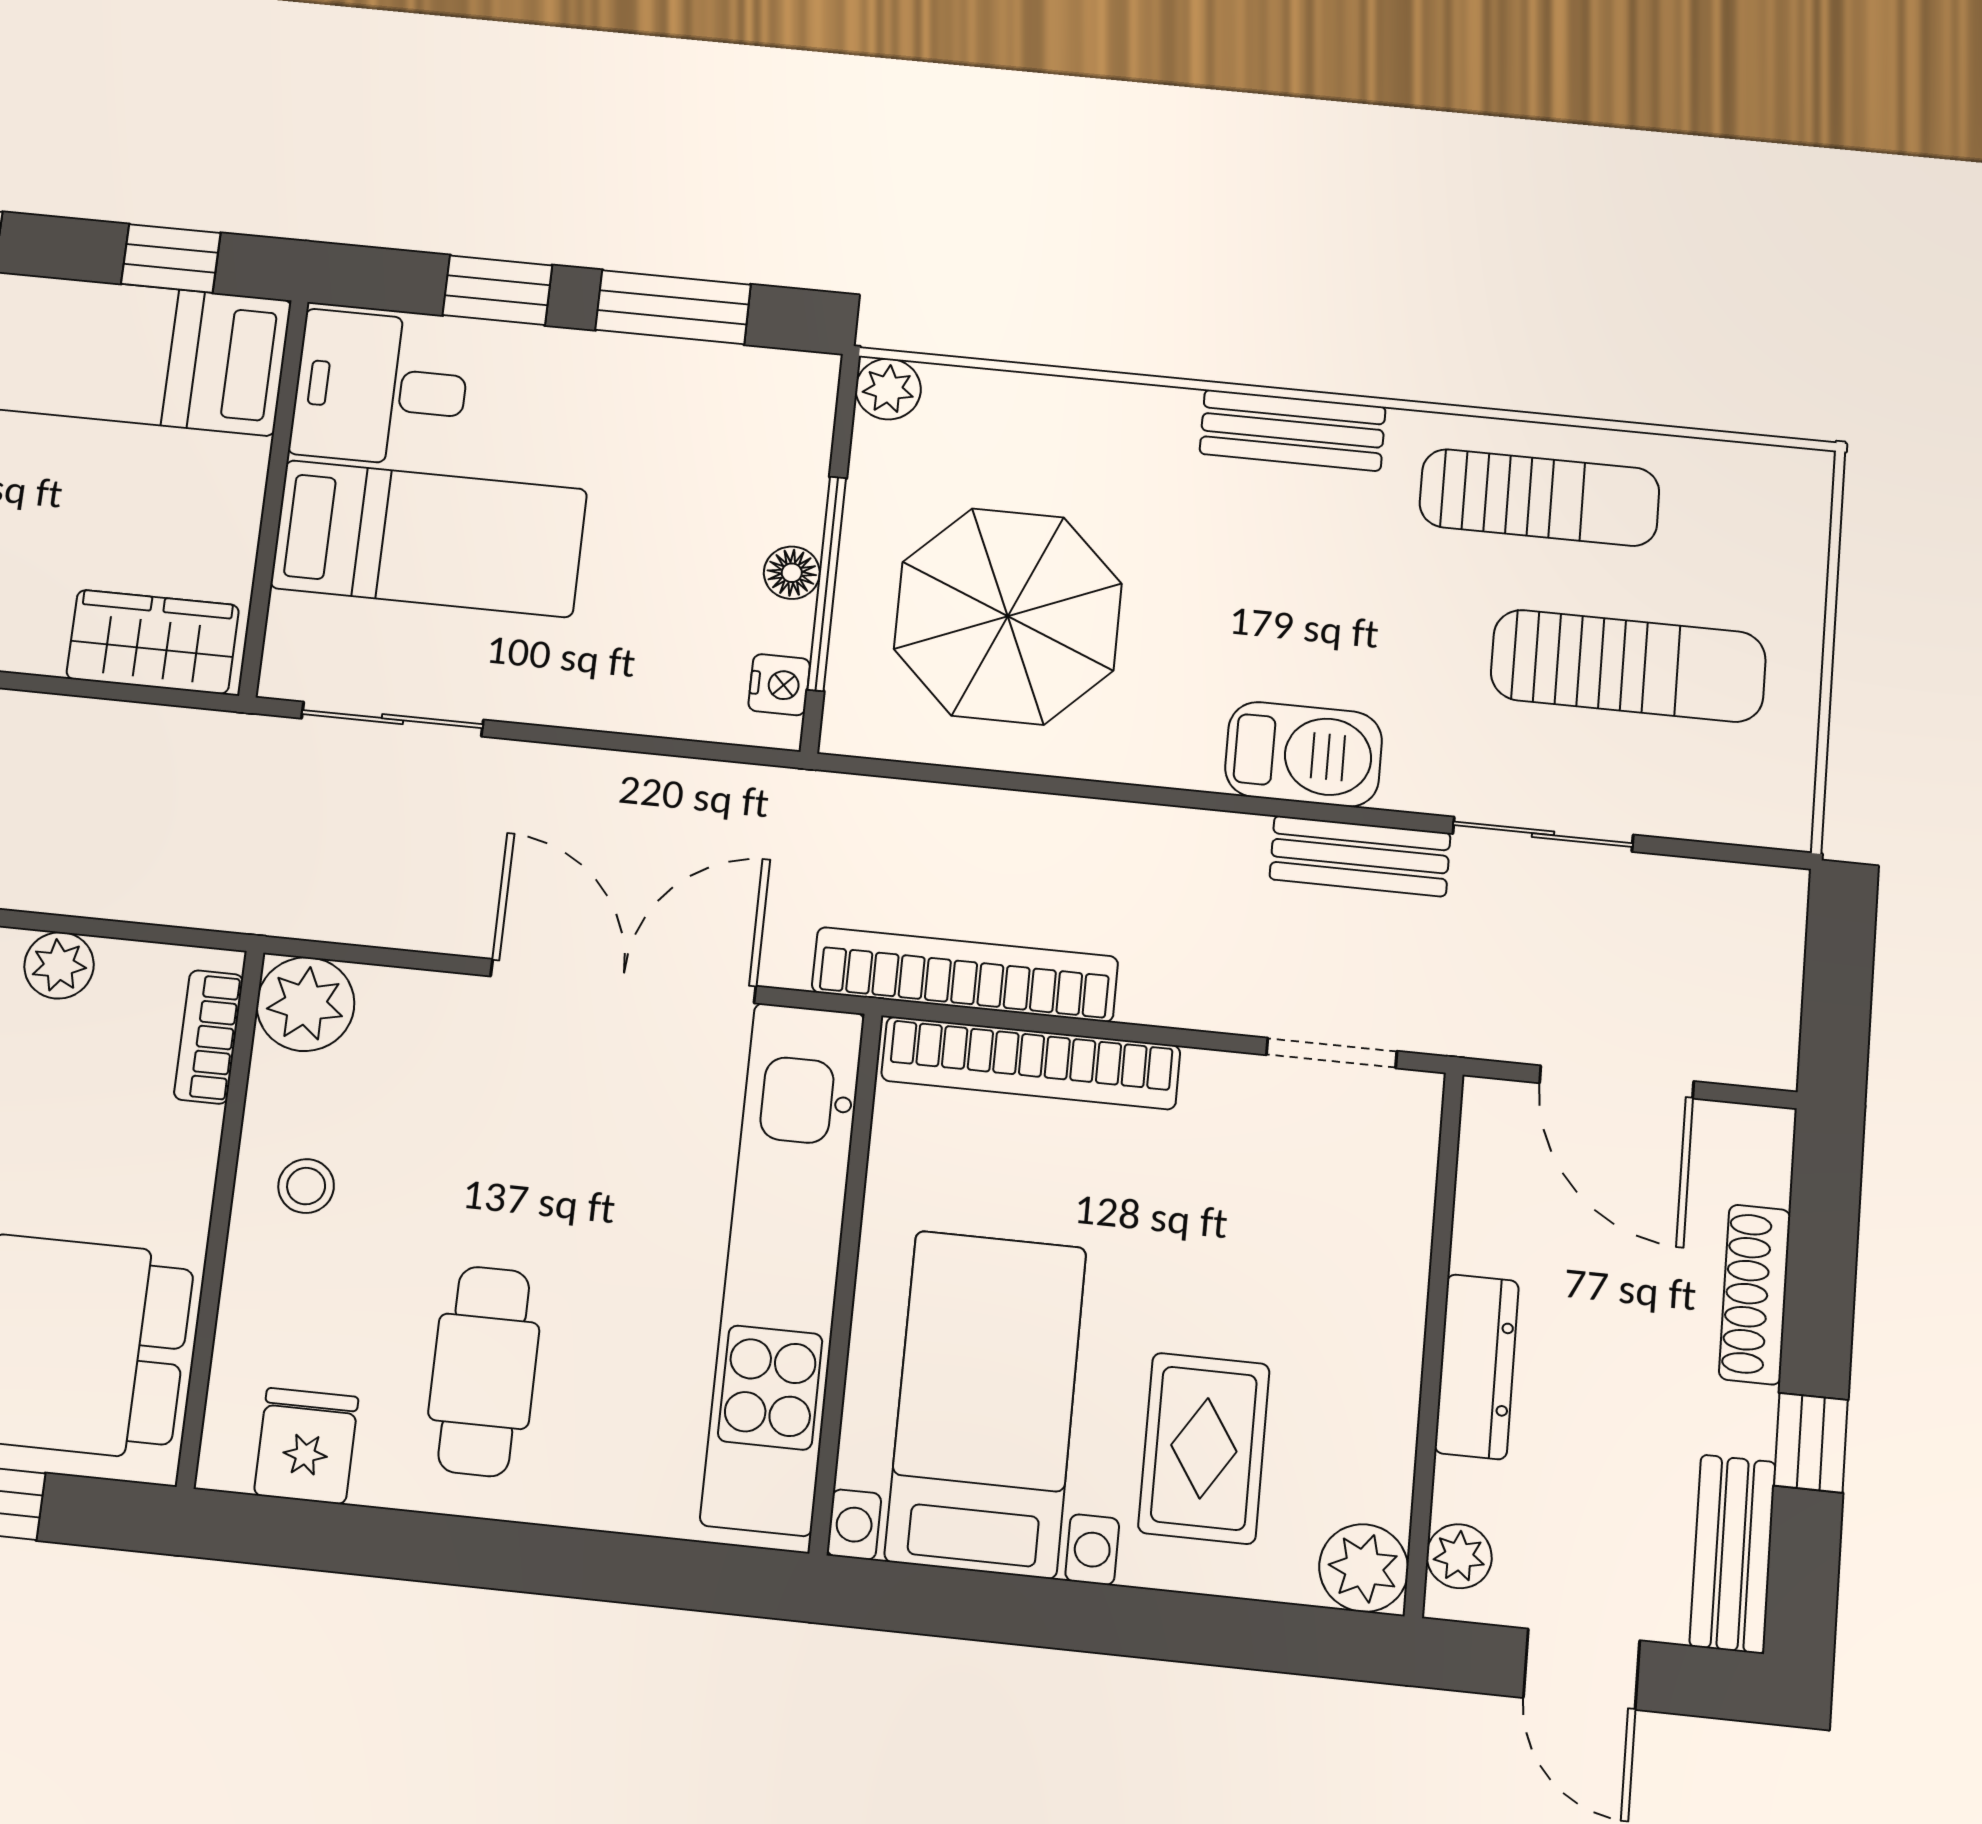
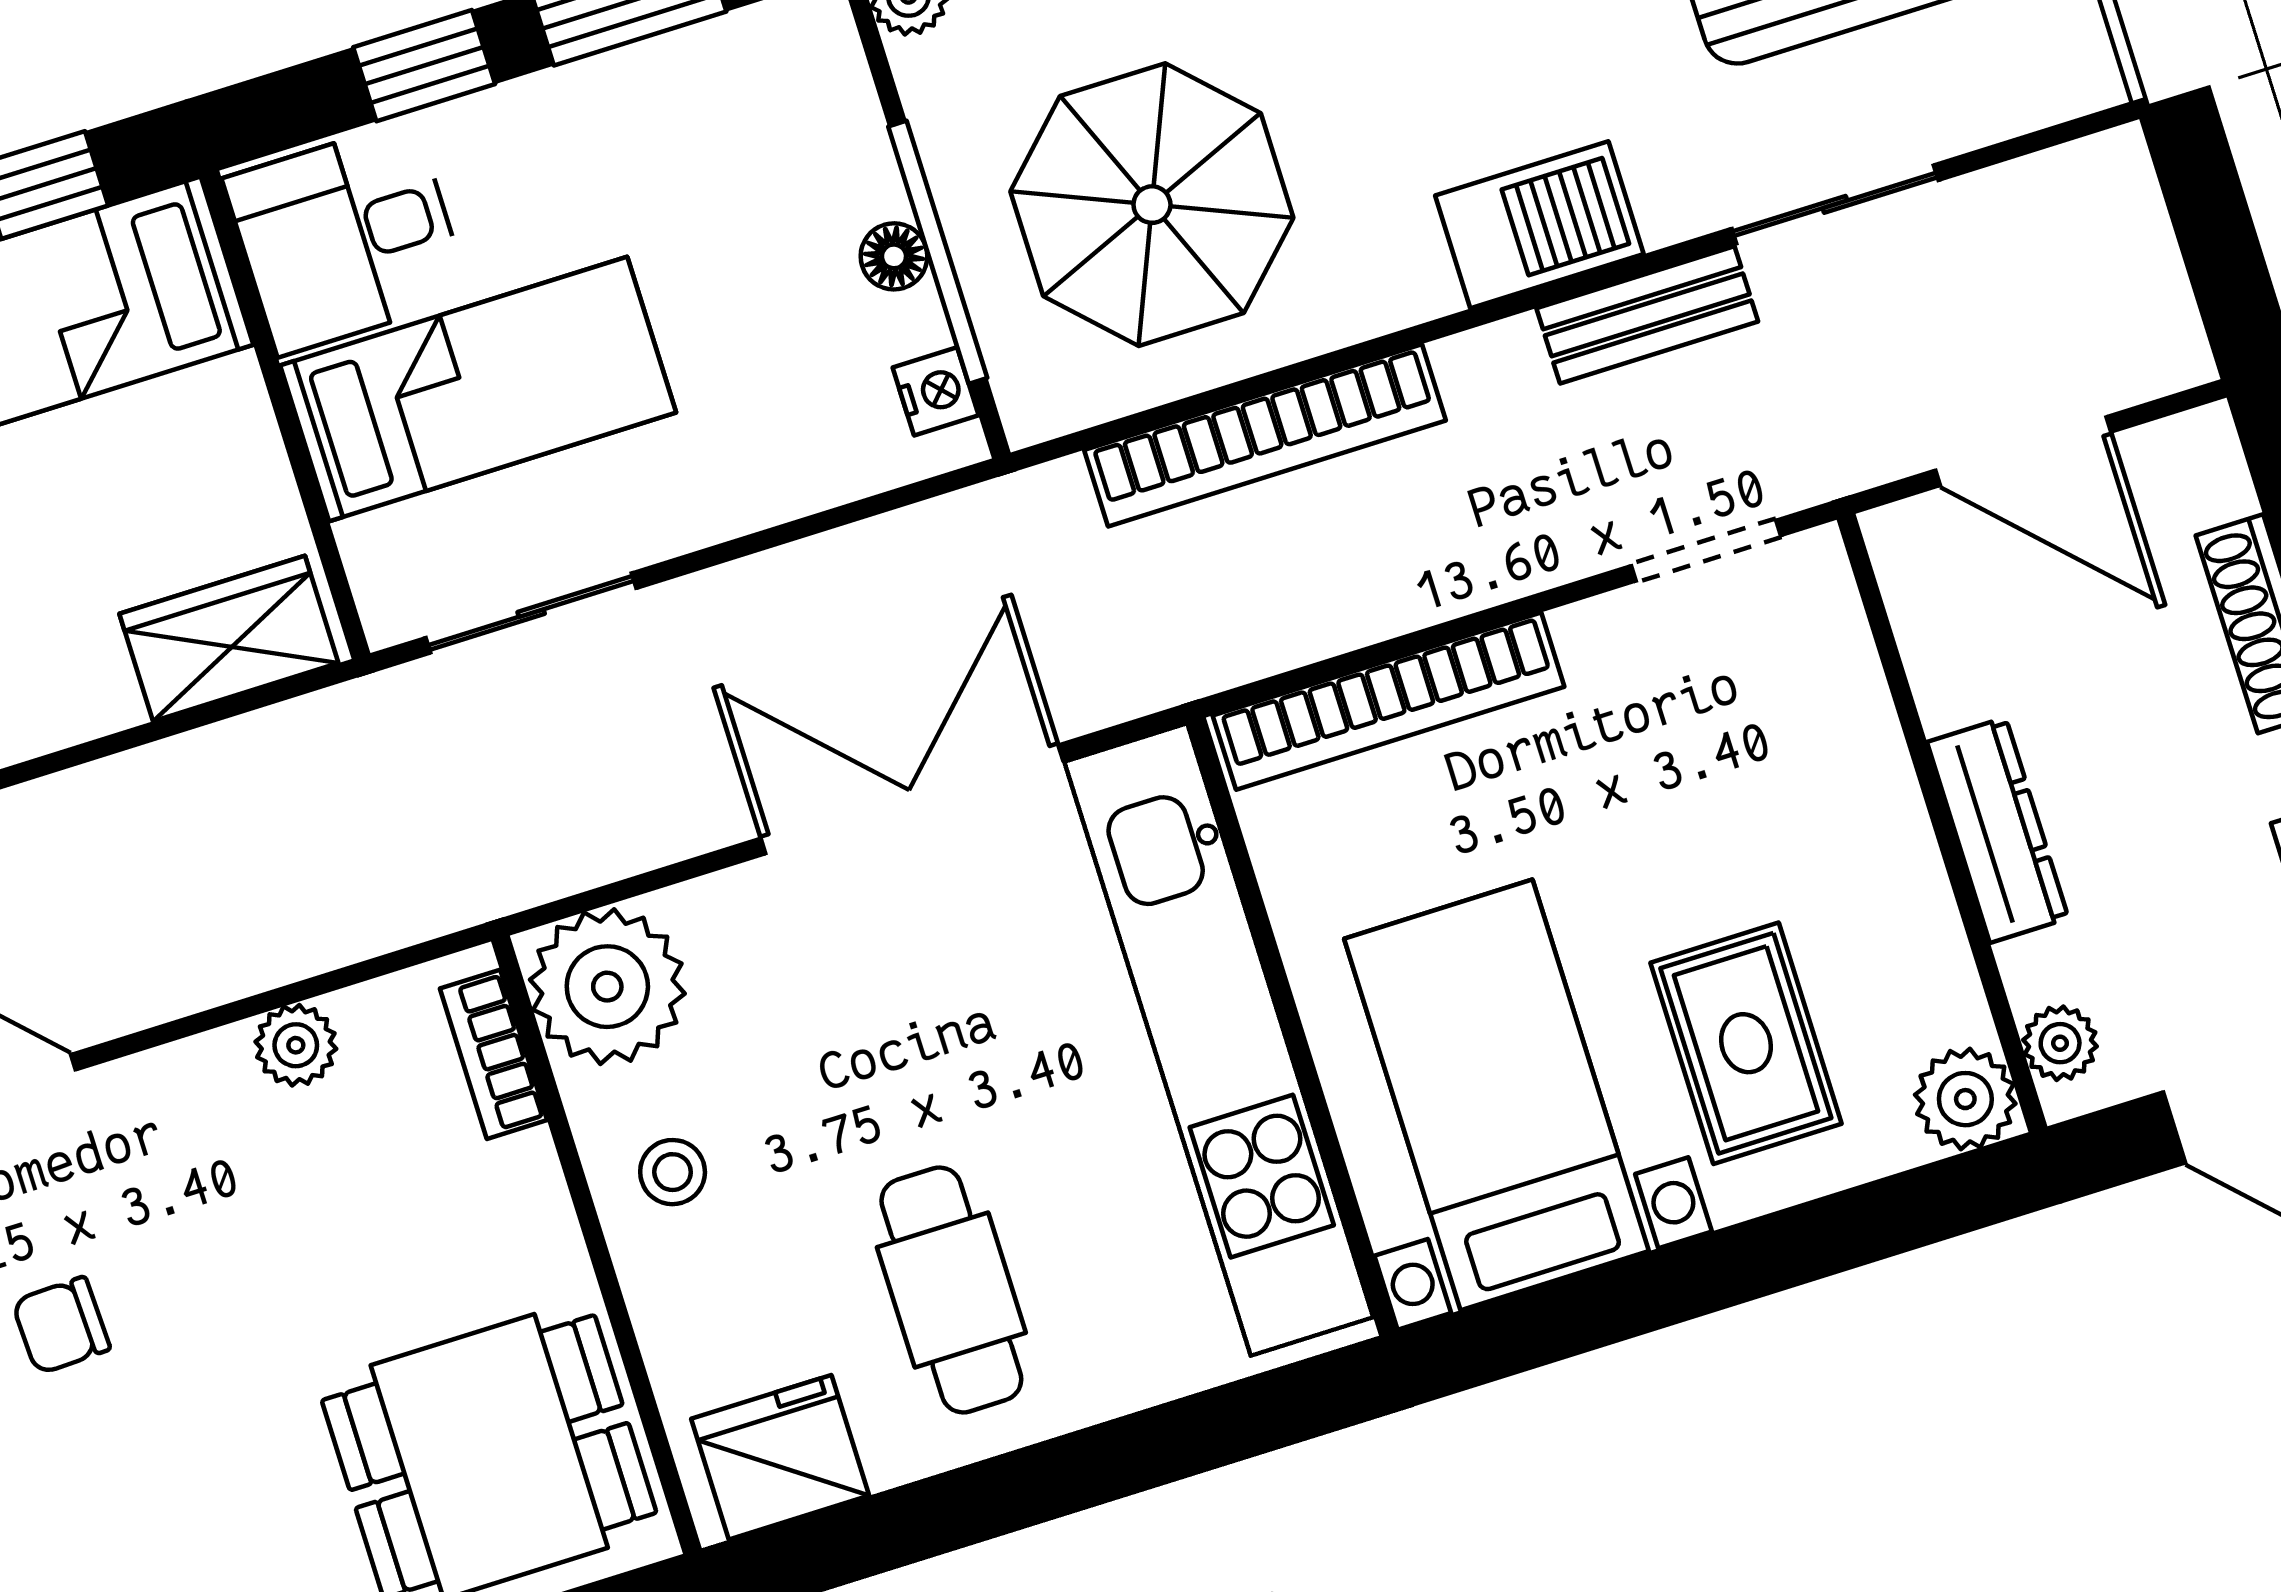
bookcase: (965, 974) -> (1265, 435), moved, turned 180
plant: (305, 1004) -> (607, 987), width x1.36, depth x1.36
fridge: (306, 1446) -> (780, 1457), width x1.38

